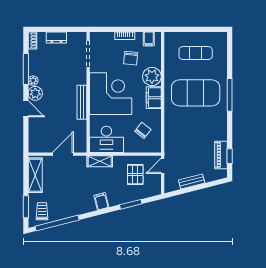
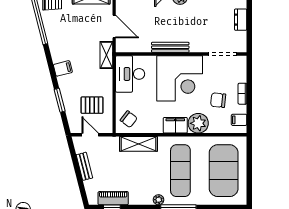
exercise mat: (196, 53) -> (224, 171), width x2.00, depth x1.45
exercise mat: (196, 93) -> (180, 171), width x0.68
plant: (222, 113) -> (159, 200), added
chair: (143, 130) -> (129, 119), moved
shelving: (171, 132) -> (138, 144), added
shelving: (100, 161) -> (106, 55), moved
door: (163, 166) -> (90, 135), moved

